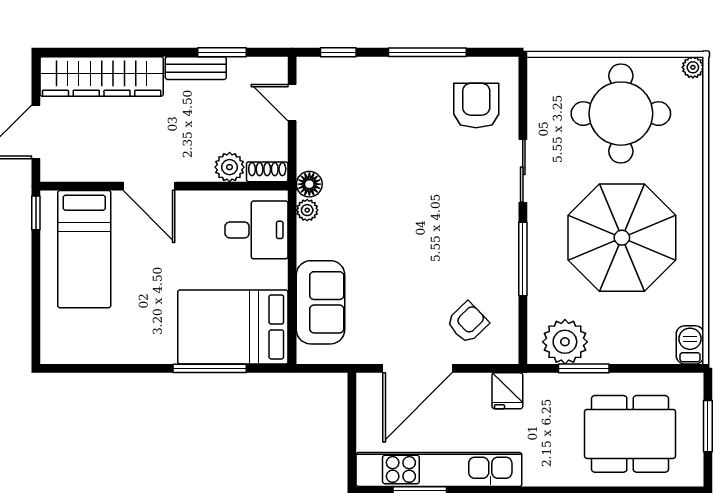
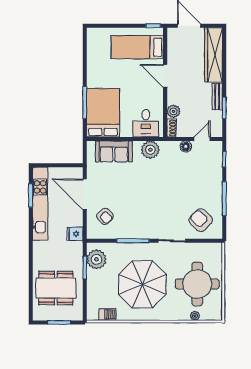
plant: (693, 67) -> (195, 316), moved
armchair: (476, 105) -> (201, 220), turned -136
floor lamp: (309, 184) -> (186, 146), moved
door: (149, 186) -> (165, 76), hinge flipped
plant: (307, 210) -> (150, 150), width x1.88, depth x1.88
barbecue: (690, 345) -> (107, 314), moved
dining table: (630, 434) -> (56, 288), turned 90

